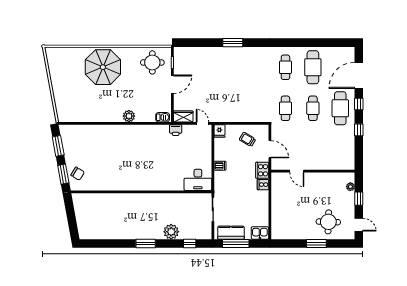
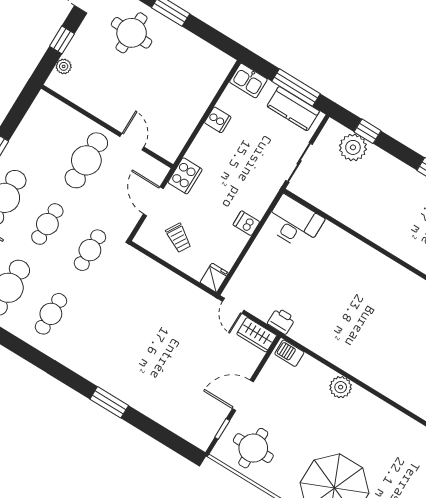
cafe table: (313, 149) -> (86, 160), added
cooker: (263, 185) -> (218, 120), moved
plant: (171, 232) -> (353, 147), moved

